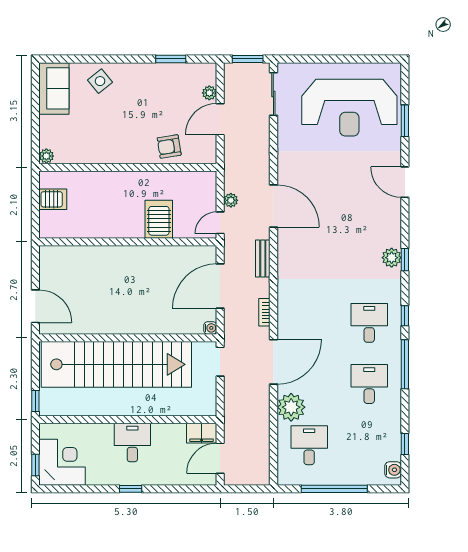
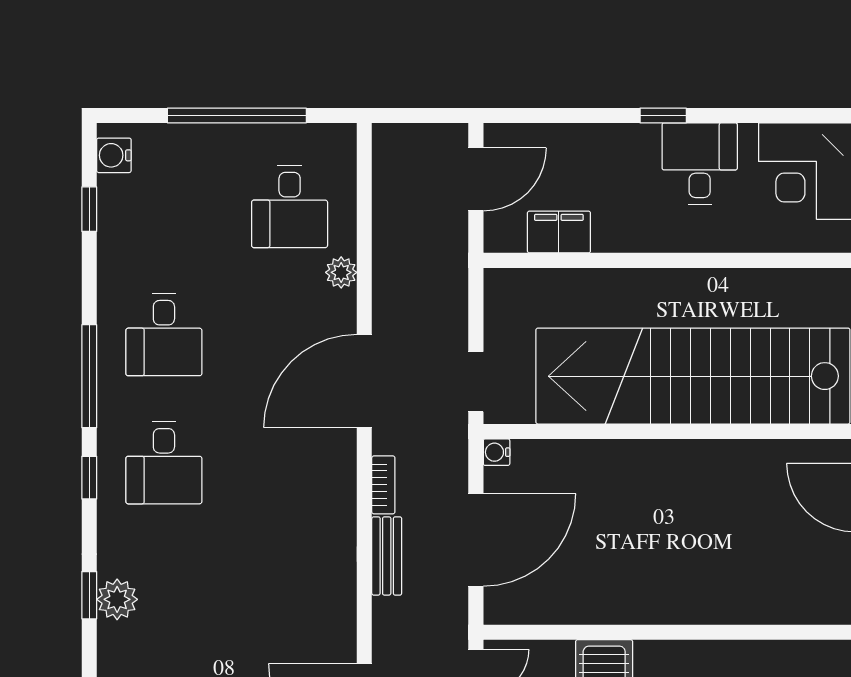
bench: (263, 258) -> (387, 556), moved
plant: (291, 407) -> (341, 272), width x0.53, depth x0.53
filing cabinet: (202, 433) -> (559, 232), moved
desk: (132, 443) -> (700, 163), moved, turned 180

